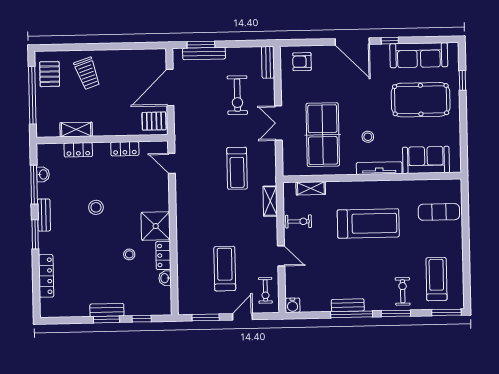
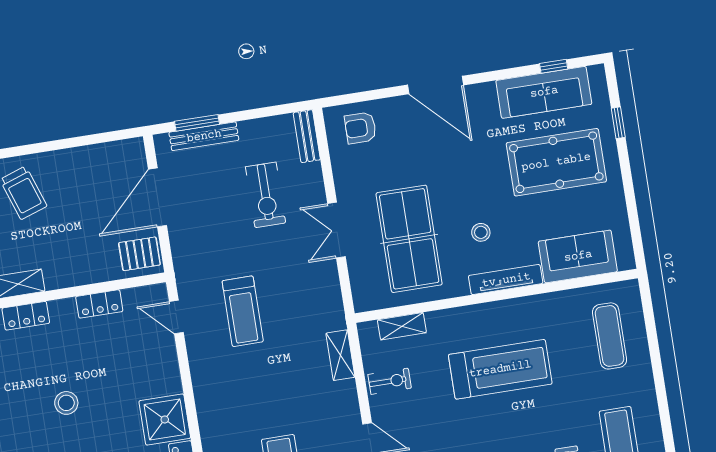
window: (390, 41) -> (554, 66), moved
treadmill: (237, 168) -> (243, 311), moved
exercise mat: (439, 212) -> (610, 336), turned 90

